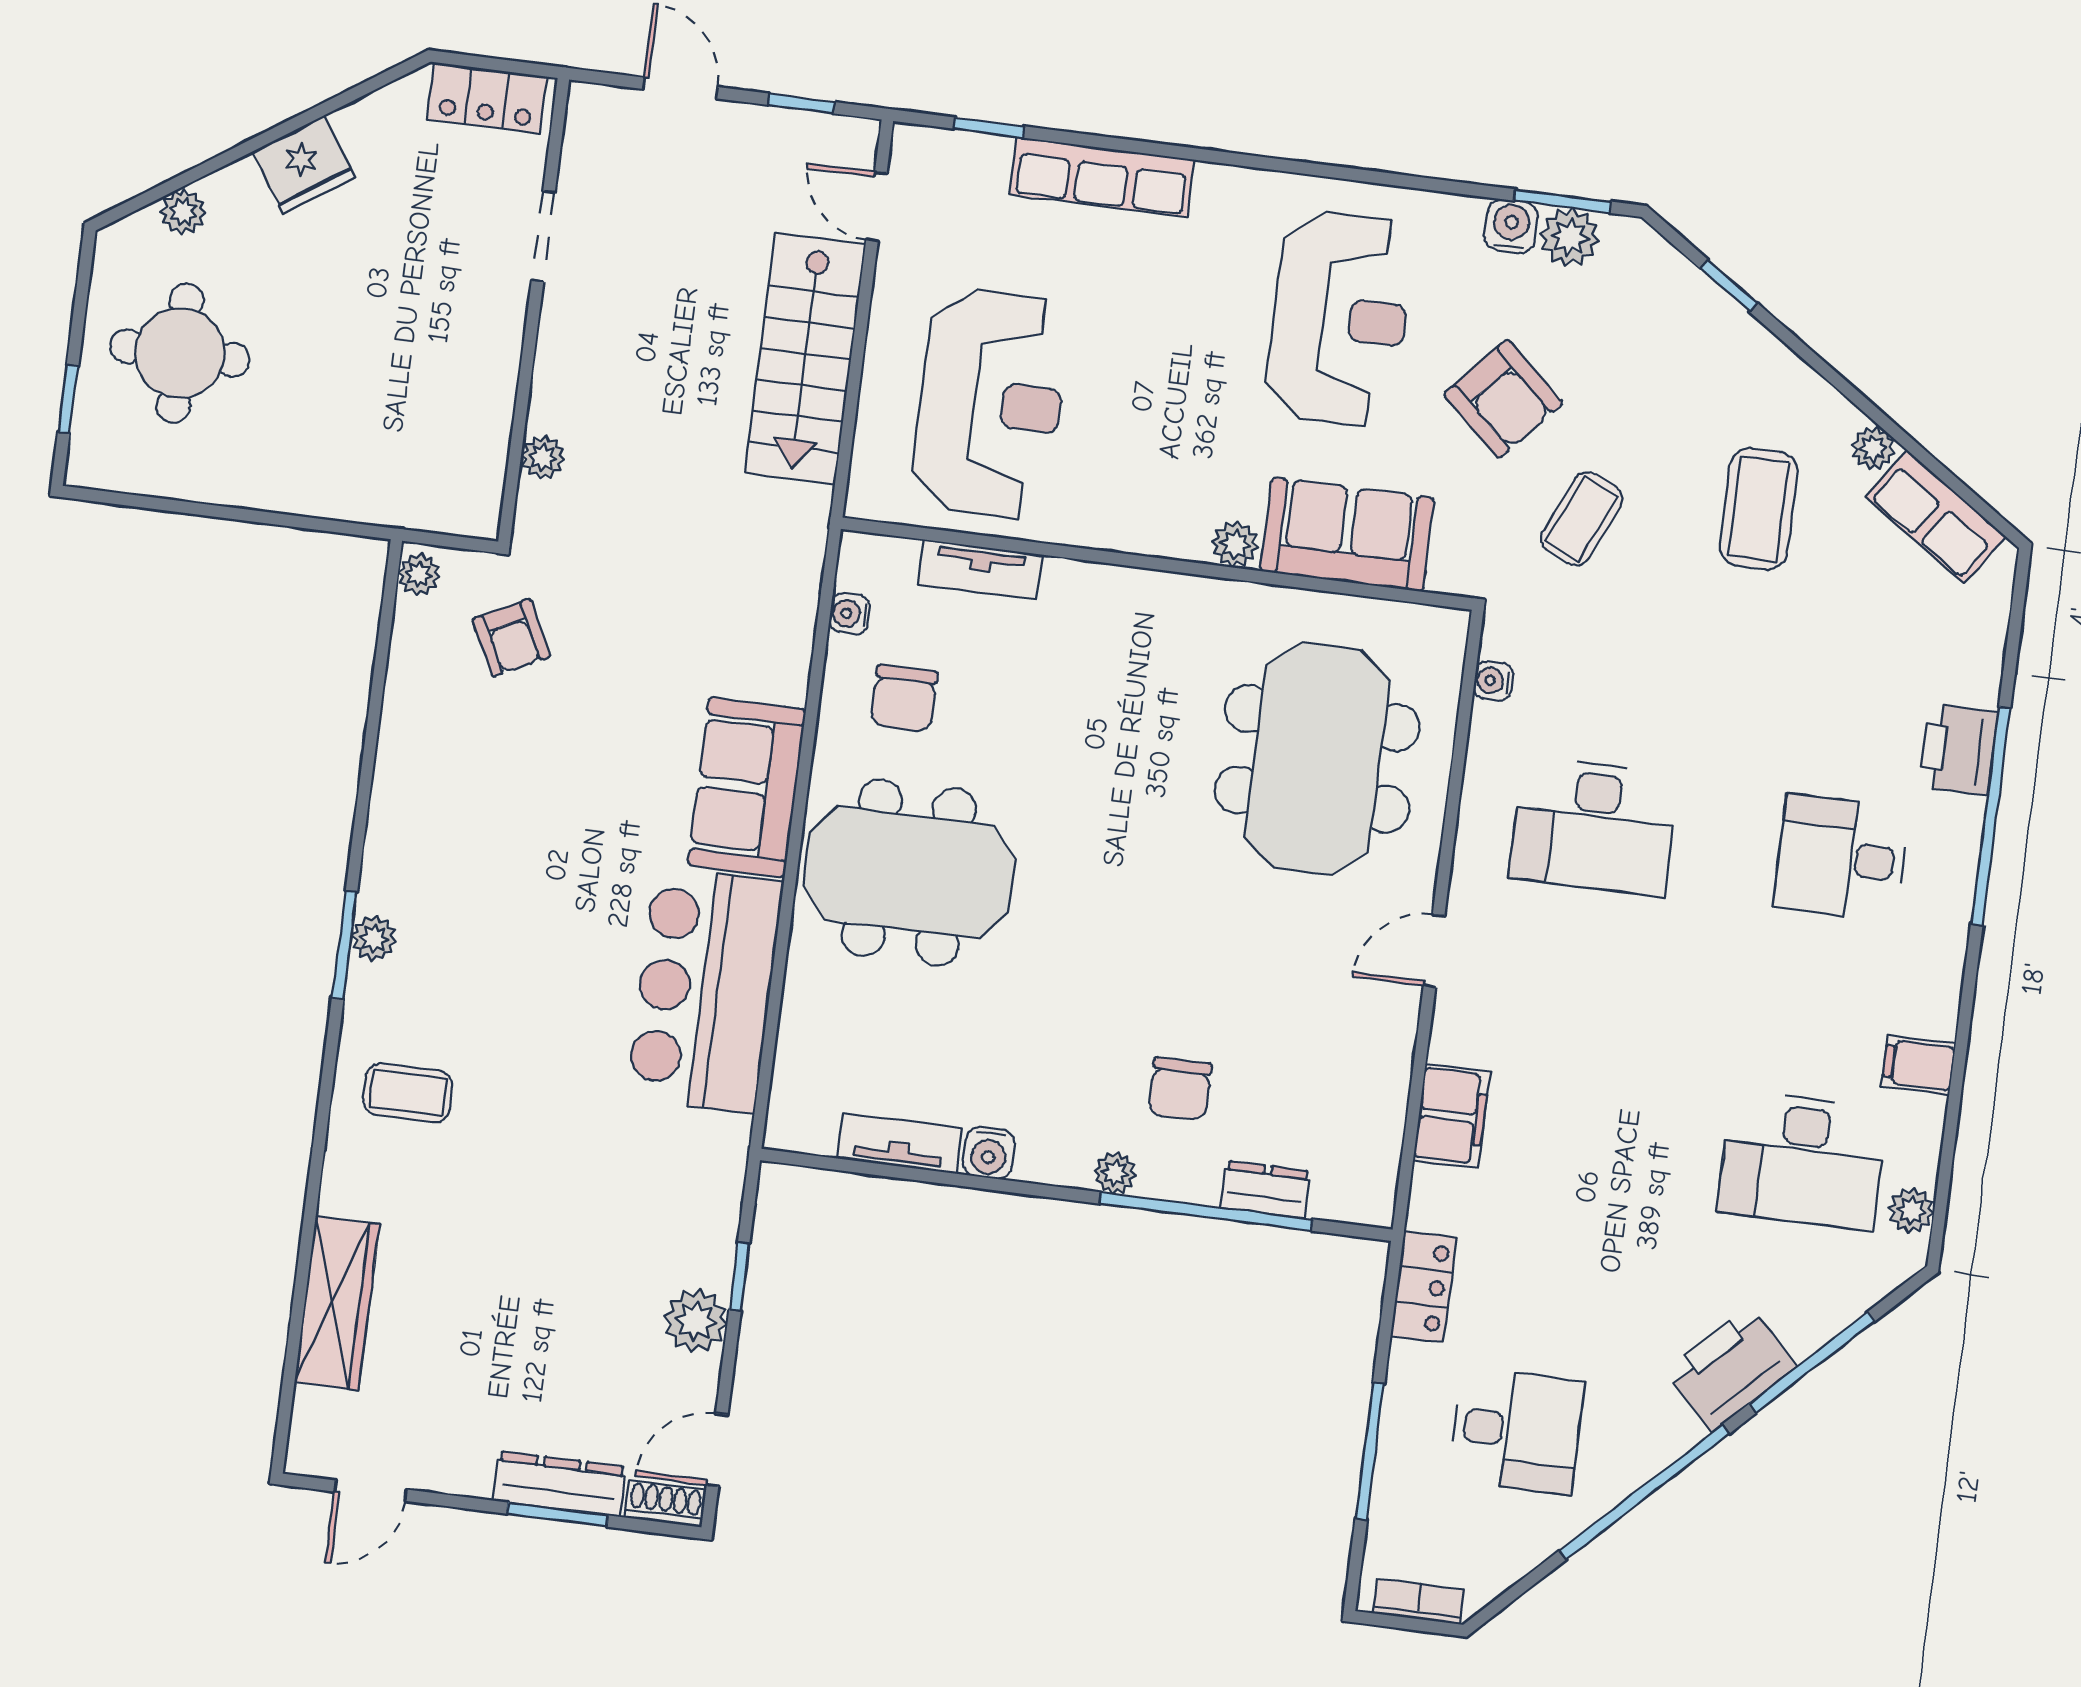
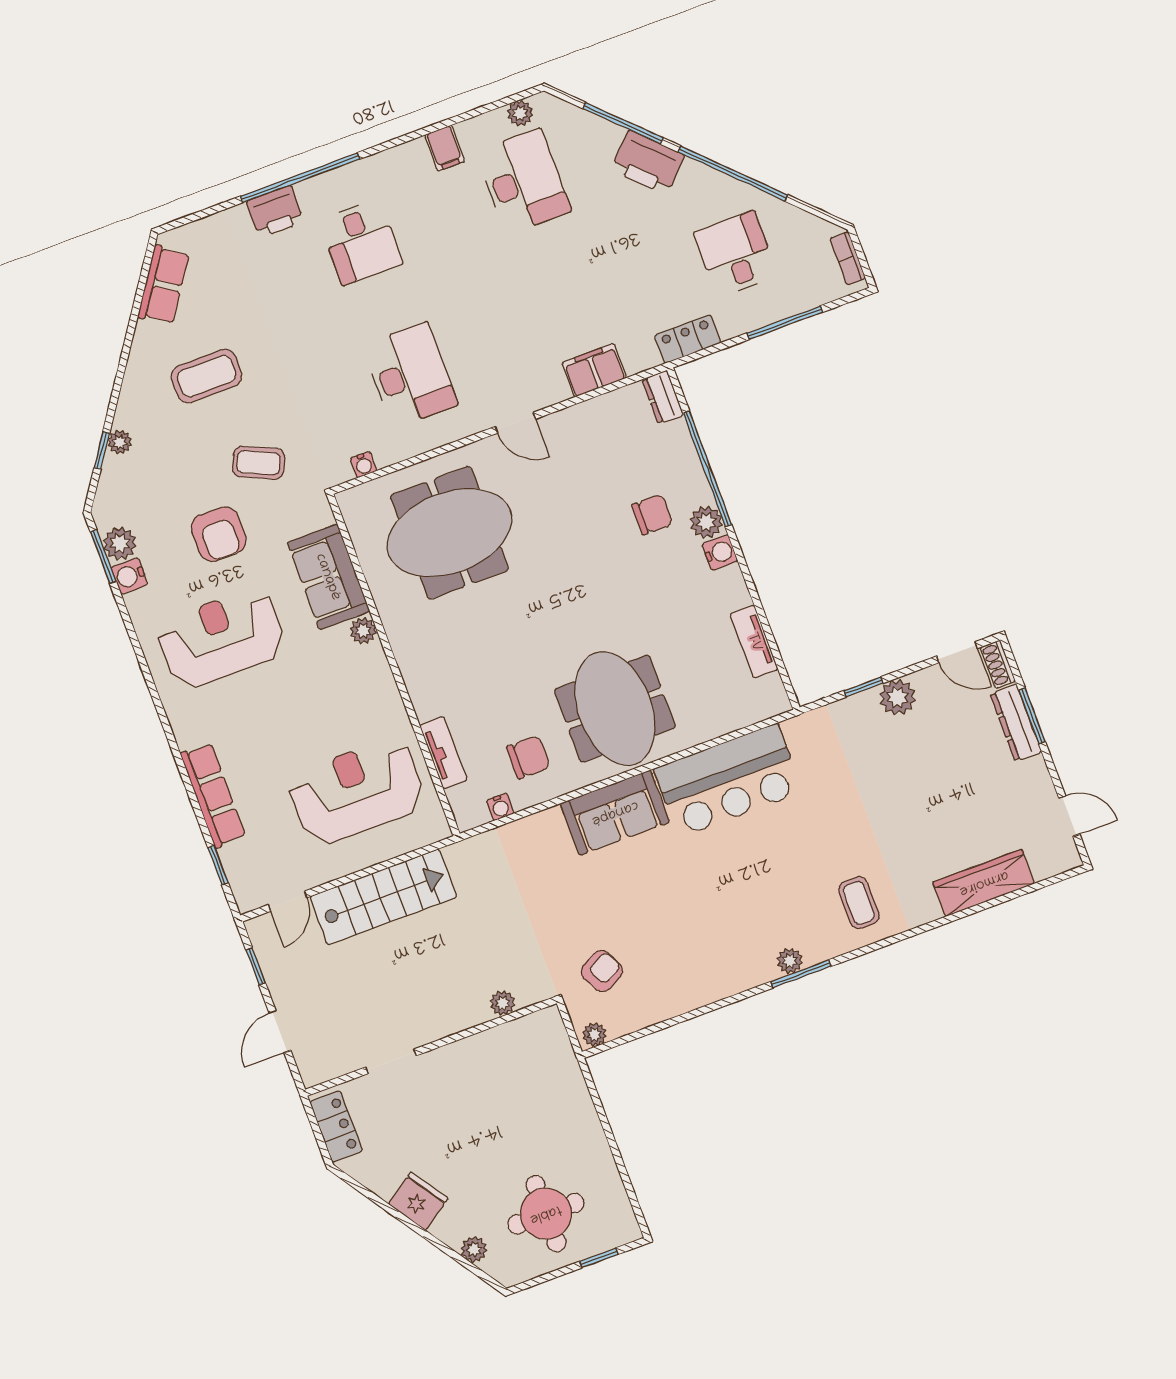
armchair: (1503, 399) -> (219, 534), turned 138
plant: (1873, 448) -> (120, 442), moved
water cooler: (989, 1153) -> (720, 552), moved
plant: (1115, 1173) -> (706, 522), width x1.38, depth x1.38
dresser: (1266, 1189) -> (663, 397), moved

